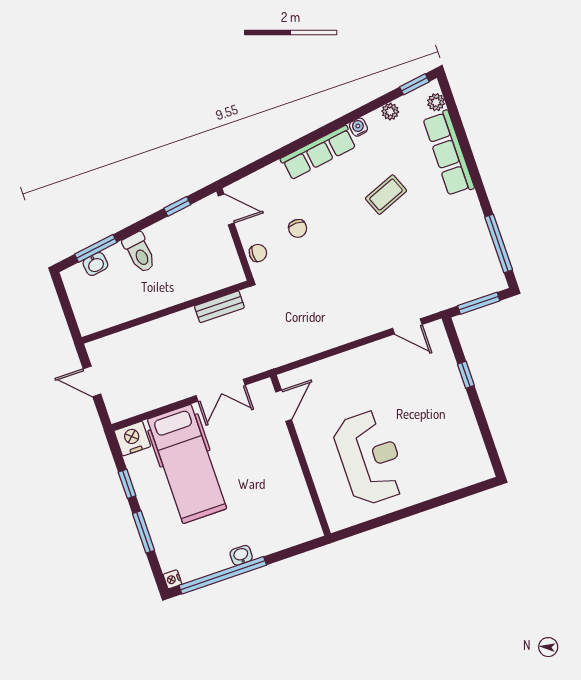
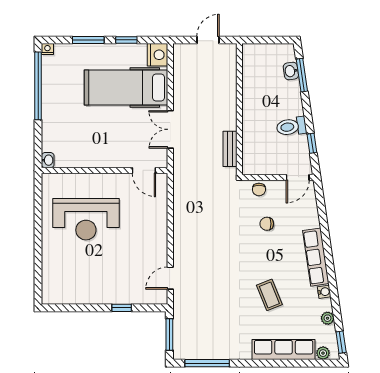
toilet: (140, 252) -> (291, 127), moved
washbasin: (241, 555) -> (48, 160), moved

